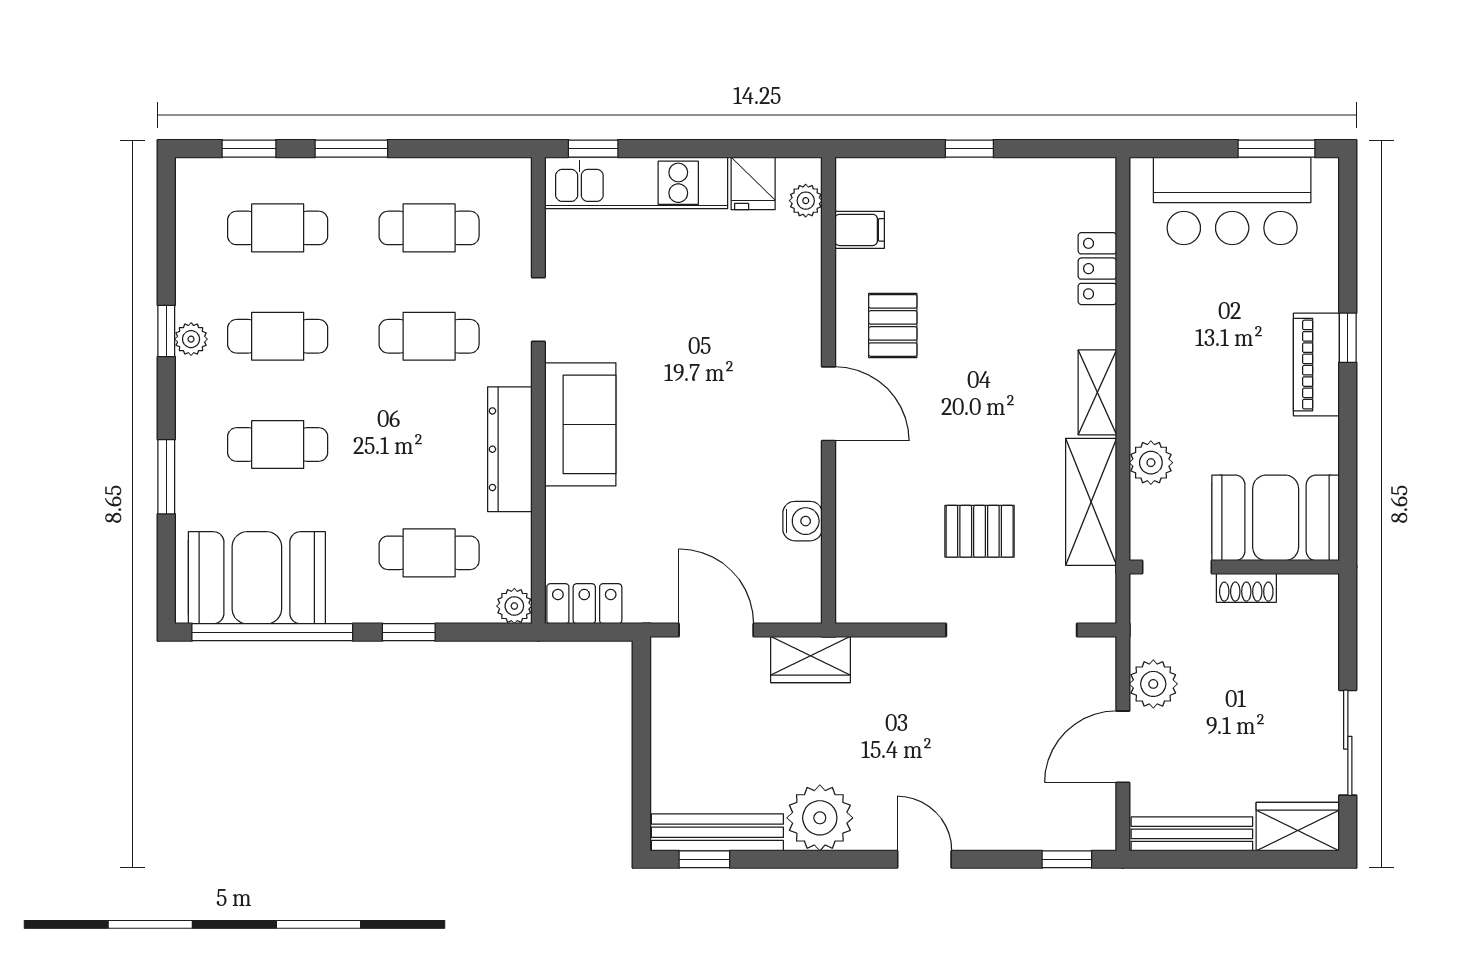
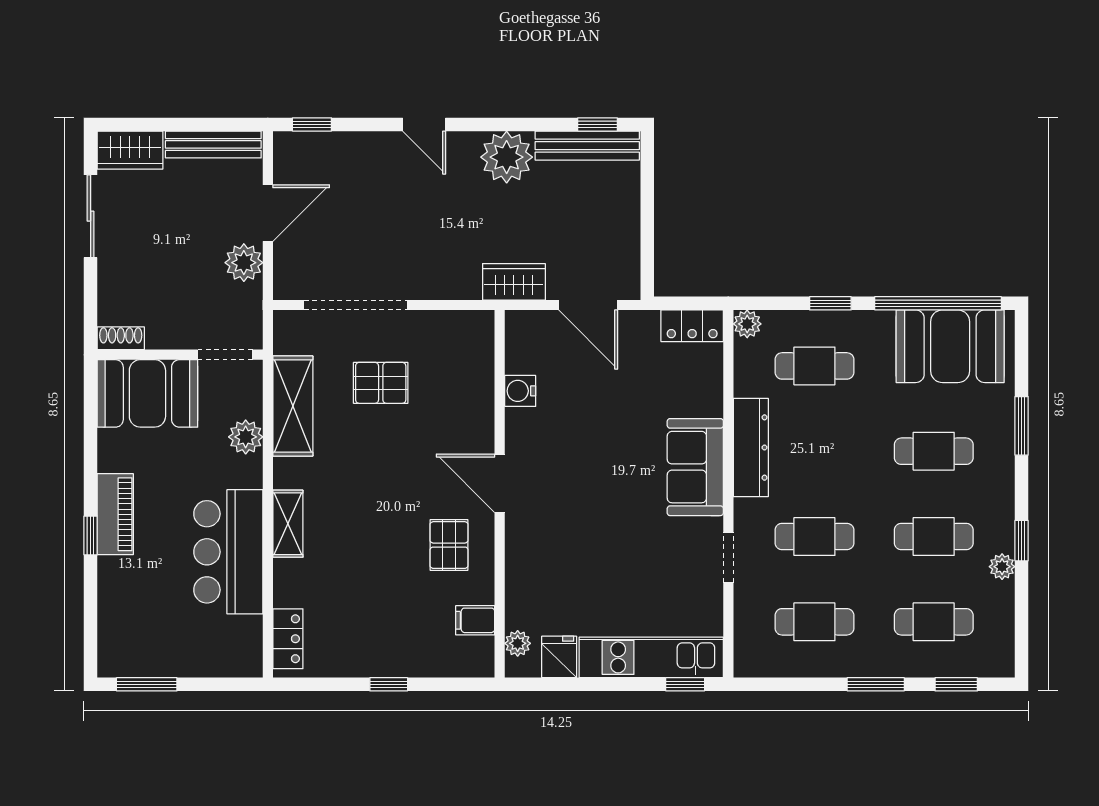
bar counter: (1232, 201) -> (228, 552), moved, turned -90
locker: (1097, 269) -> (288, 639), moved
plant: (191, 339) -> (1002, 567), moved
shelving: (1097, 392) -> (288, 524), moved
shoe rack: (1246, 588) -> (121, 338), moved

